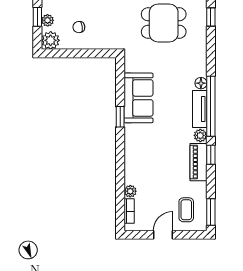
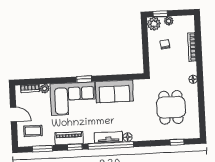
window: (37, 17) -> (160, 14), moved
window: (120, 117) -> (84, 79), moved
plant: (200, 135) -> (89, 139), removed
corner sofa: (145, 154) -> (73, 98), added
window: (211, 212) -> (42, 149), moved

